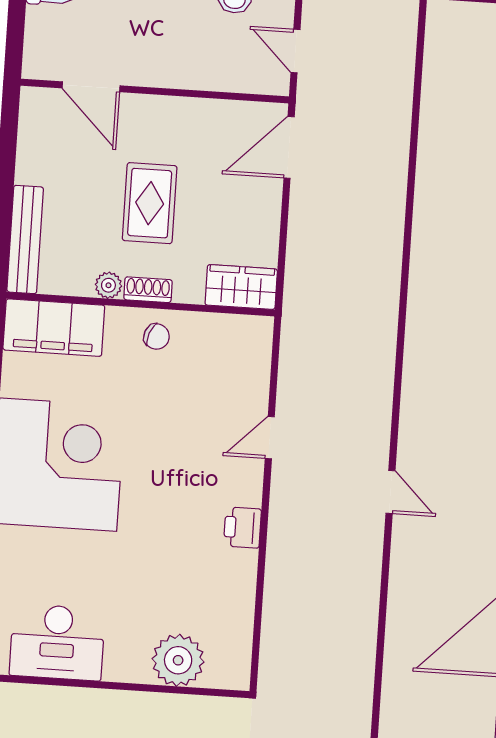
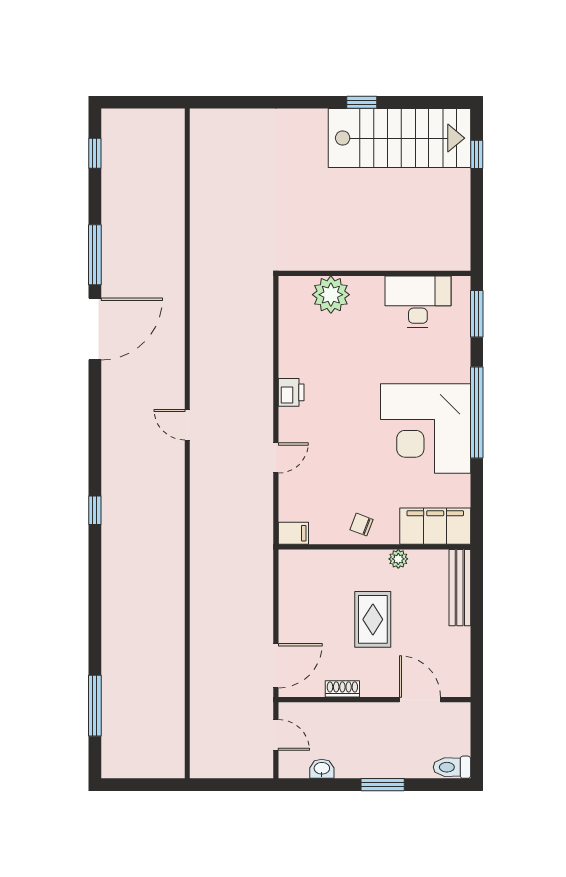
wardrobe: (241, 287) -> (303, 564), removed
shoe rack: (148, 290) -> (342, 689), moved, turned 180
filing cabinet: (252, 331) -> (293, 533), added

